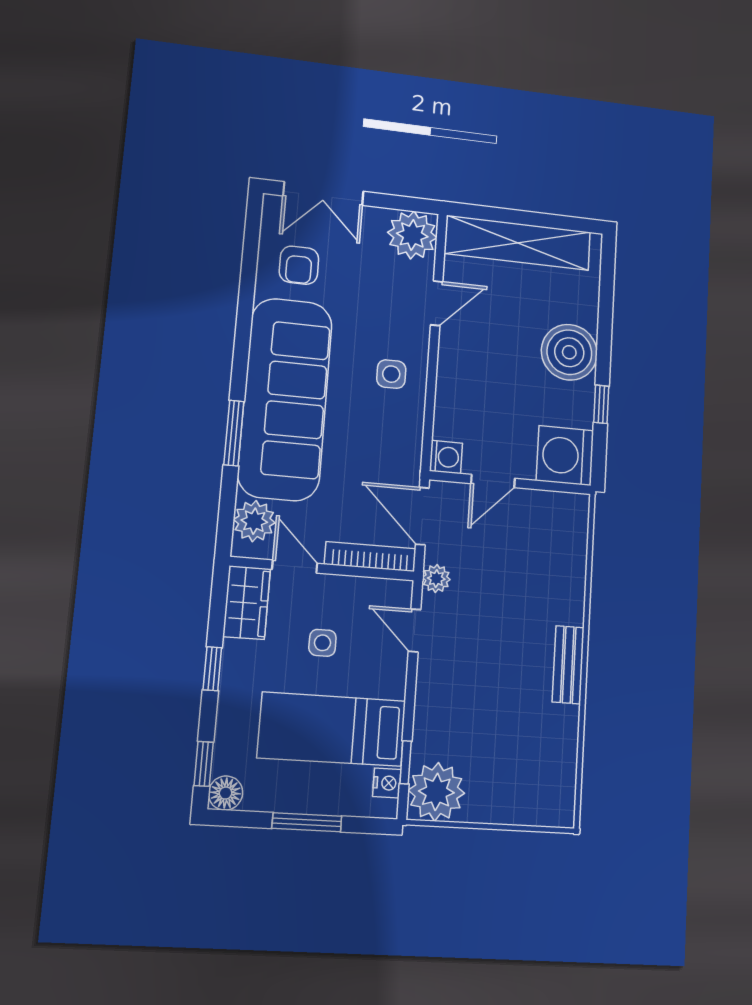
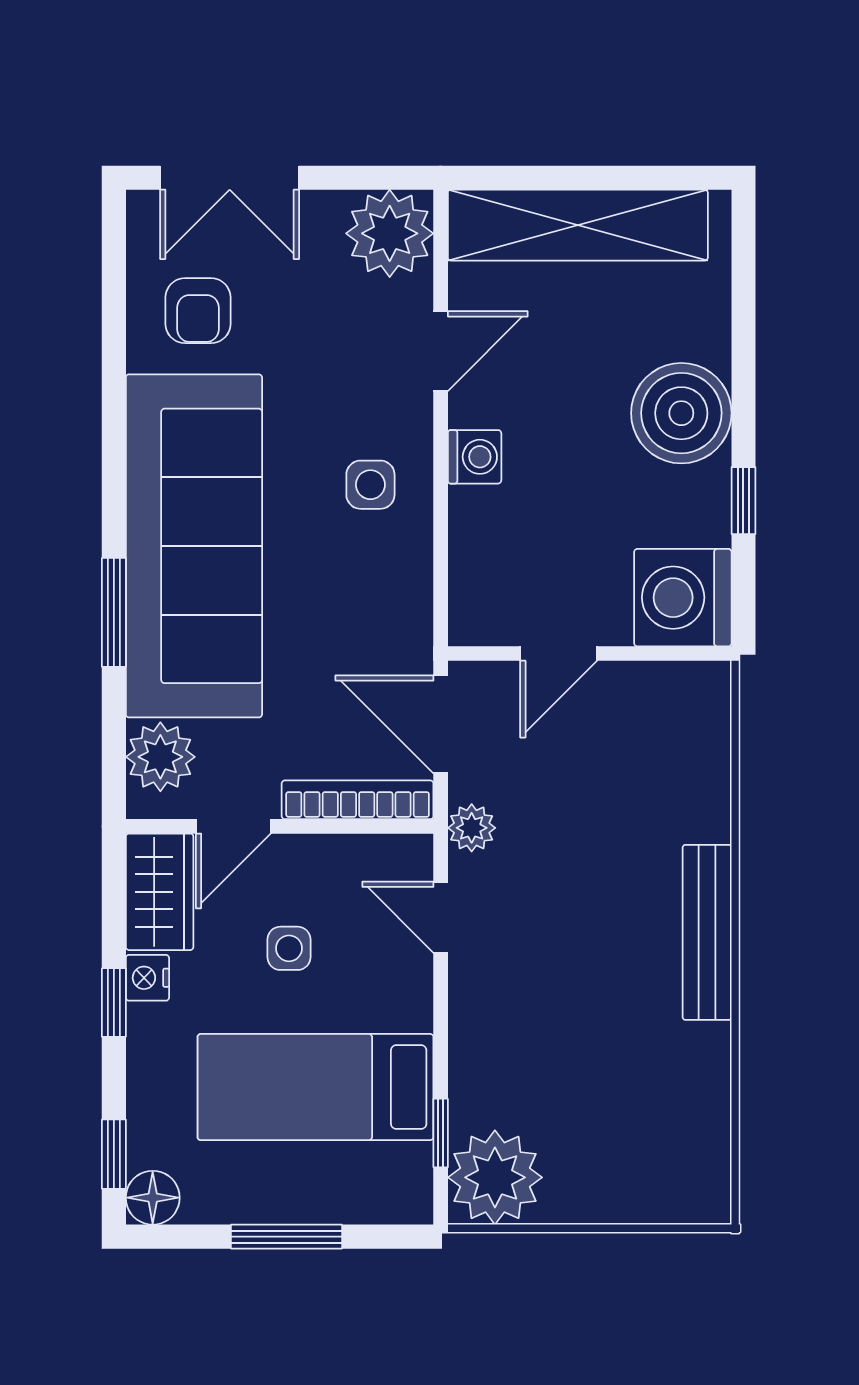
washing machine: (446, 457) -> (475, 457), moved
door: (295, 566) -> (233, 826), swing flipped
bench: (568, 665) -> (707, 932), width x1.36
nightstand: (387, 783) -> (147, 978), moved, turned 180

